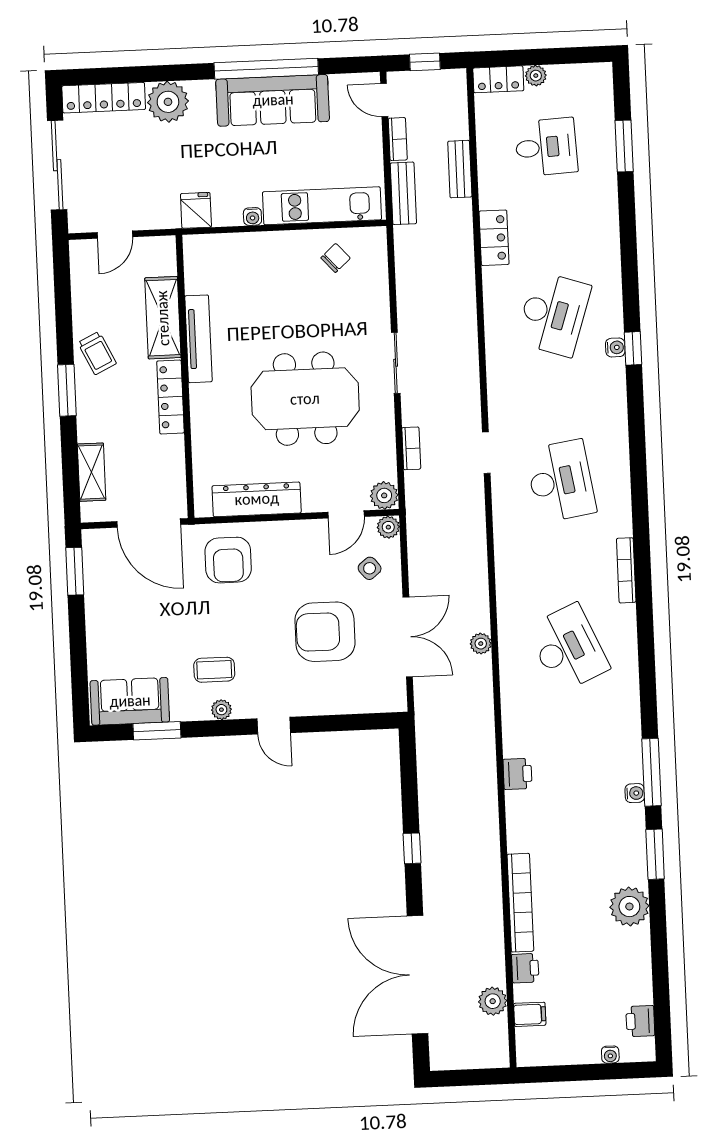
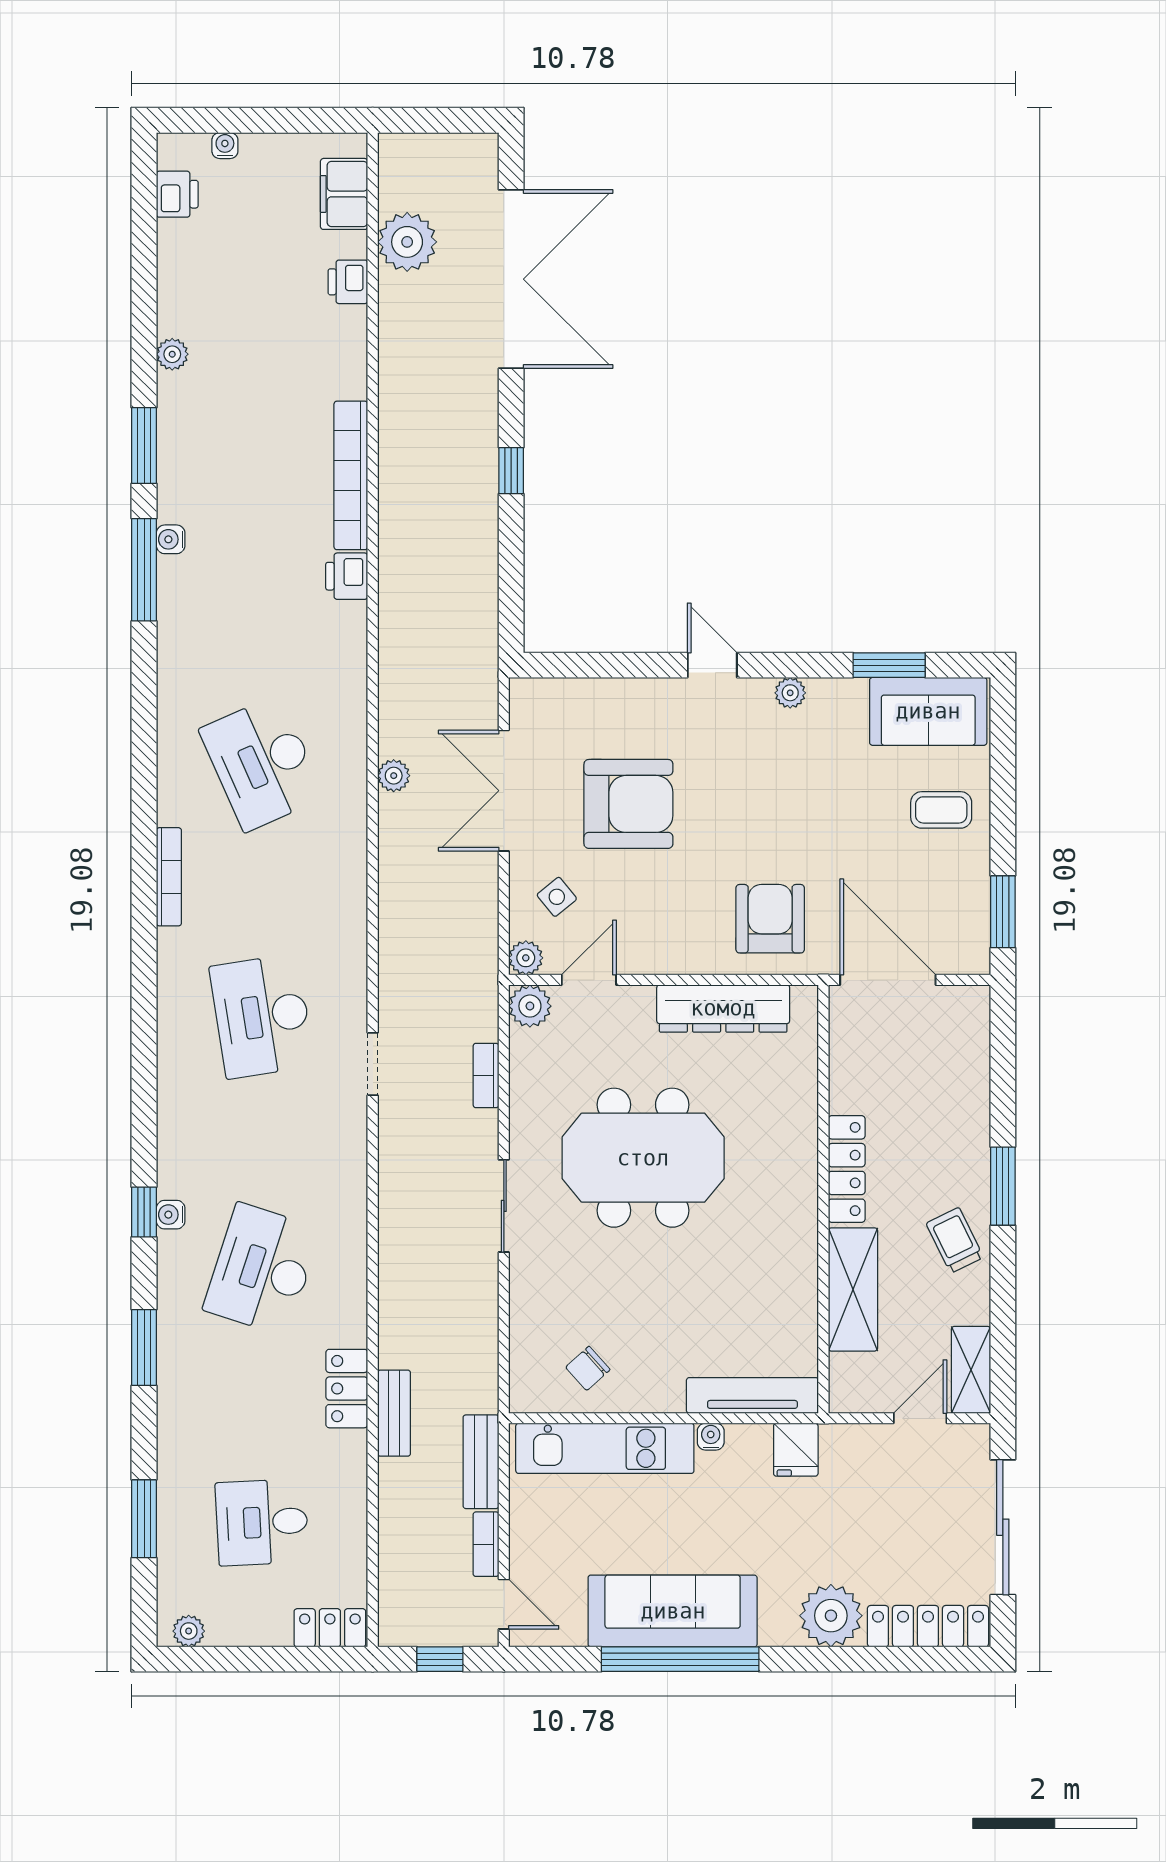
plant: (536, 76) -> (189, 1631), moved
bench: (460, 169) -> (394, 1413), moved
window: (629, 259) -> (144, 1347), added
tv unit: (198, 339) -> (752, 1395), moved, turned 90
shelving: (92, 472) -> (971, 1370), moved
coffee table: (214, 670) -> (941, 810), moved
bookcase: (520, 903) -> (351, 475), moved
plant: (629, 907) -> (172, 354), width x0.53, depth x0.53
plant: (493, 1001) -> (407, 242), width x1.36, depth x1.36
filing cabinet: (530, 1014) -> (344, 194), width x2.00

